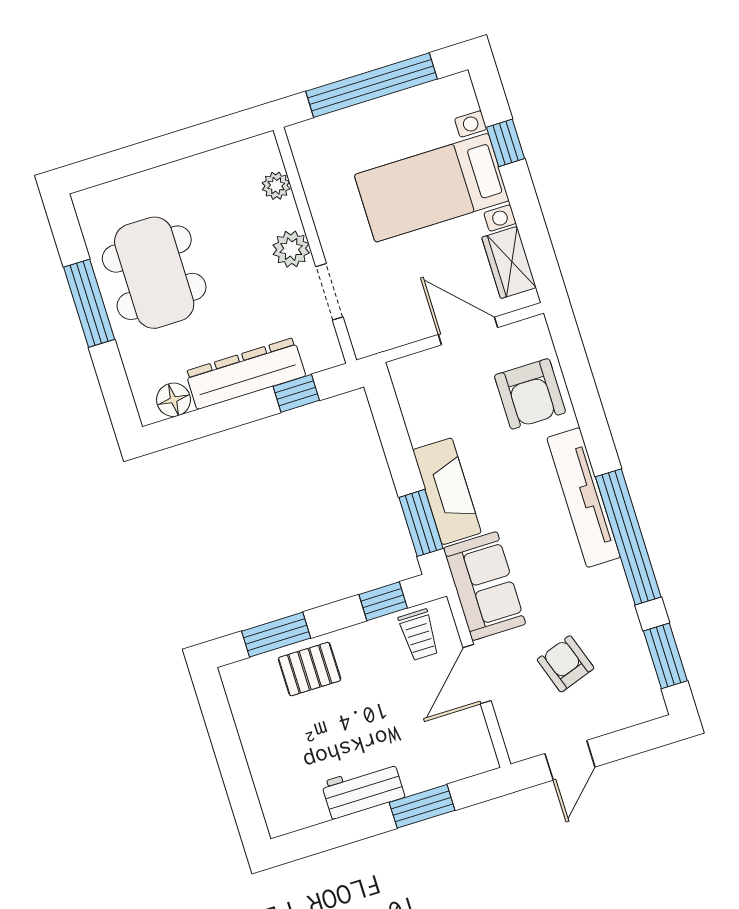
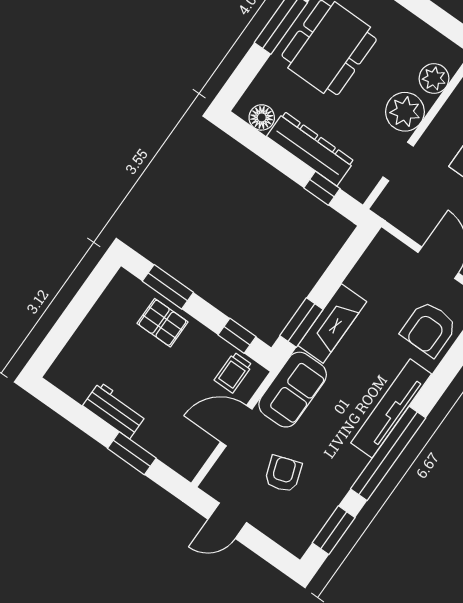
plant: (276, 186) -> (434, 78), width x1.38, depth x1.38
plant: (291, 249) -> (405, 112), width x1.36, depth x1.36

